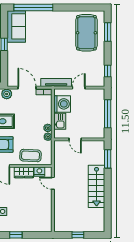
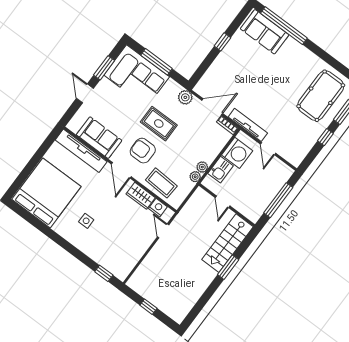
sofa: (16, 26) -> (265, 32), moved, turned 90
window: (108, 71) -> (325, 137), moved
door: (27, 88) -> (212, 107), hinge flipped
door: (79, 88) -> (268, 149), swing flipped
window: (108, 159) -> (228, 267), moved
stairs: (97, 186) -> (227, 243), moved
window: (16, 235) -> (104, 273), moved

